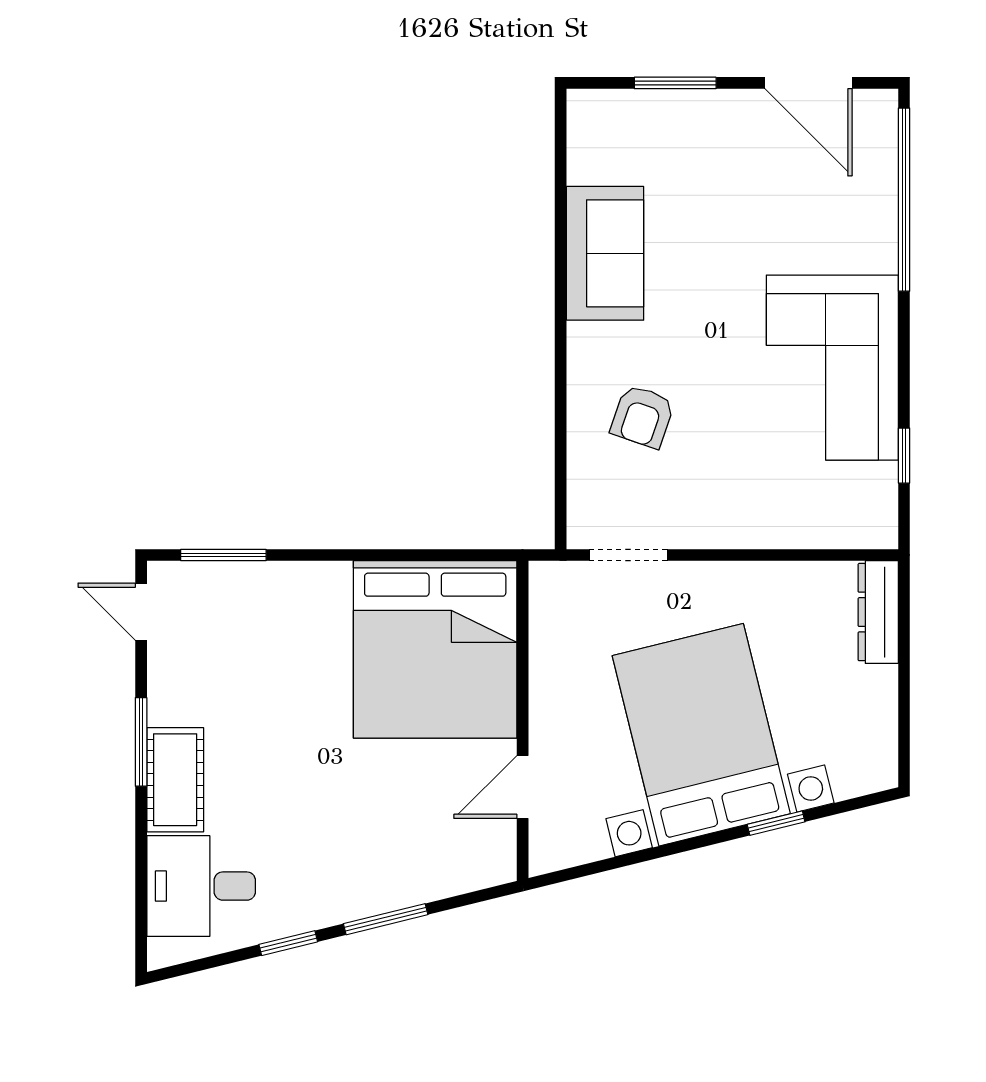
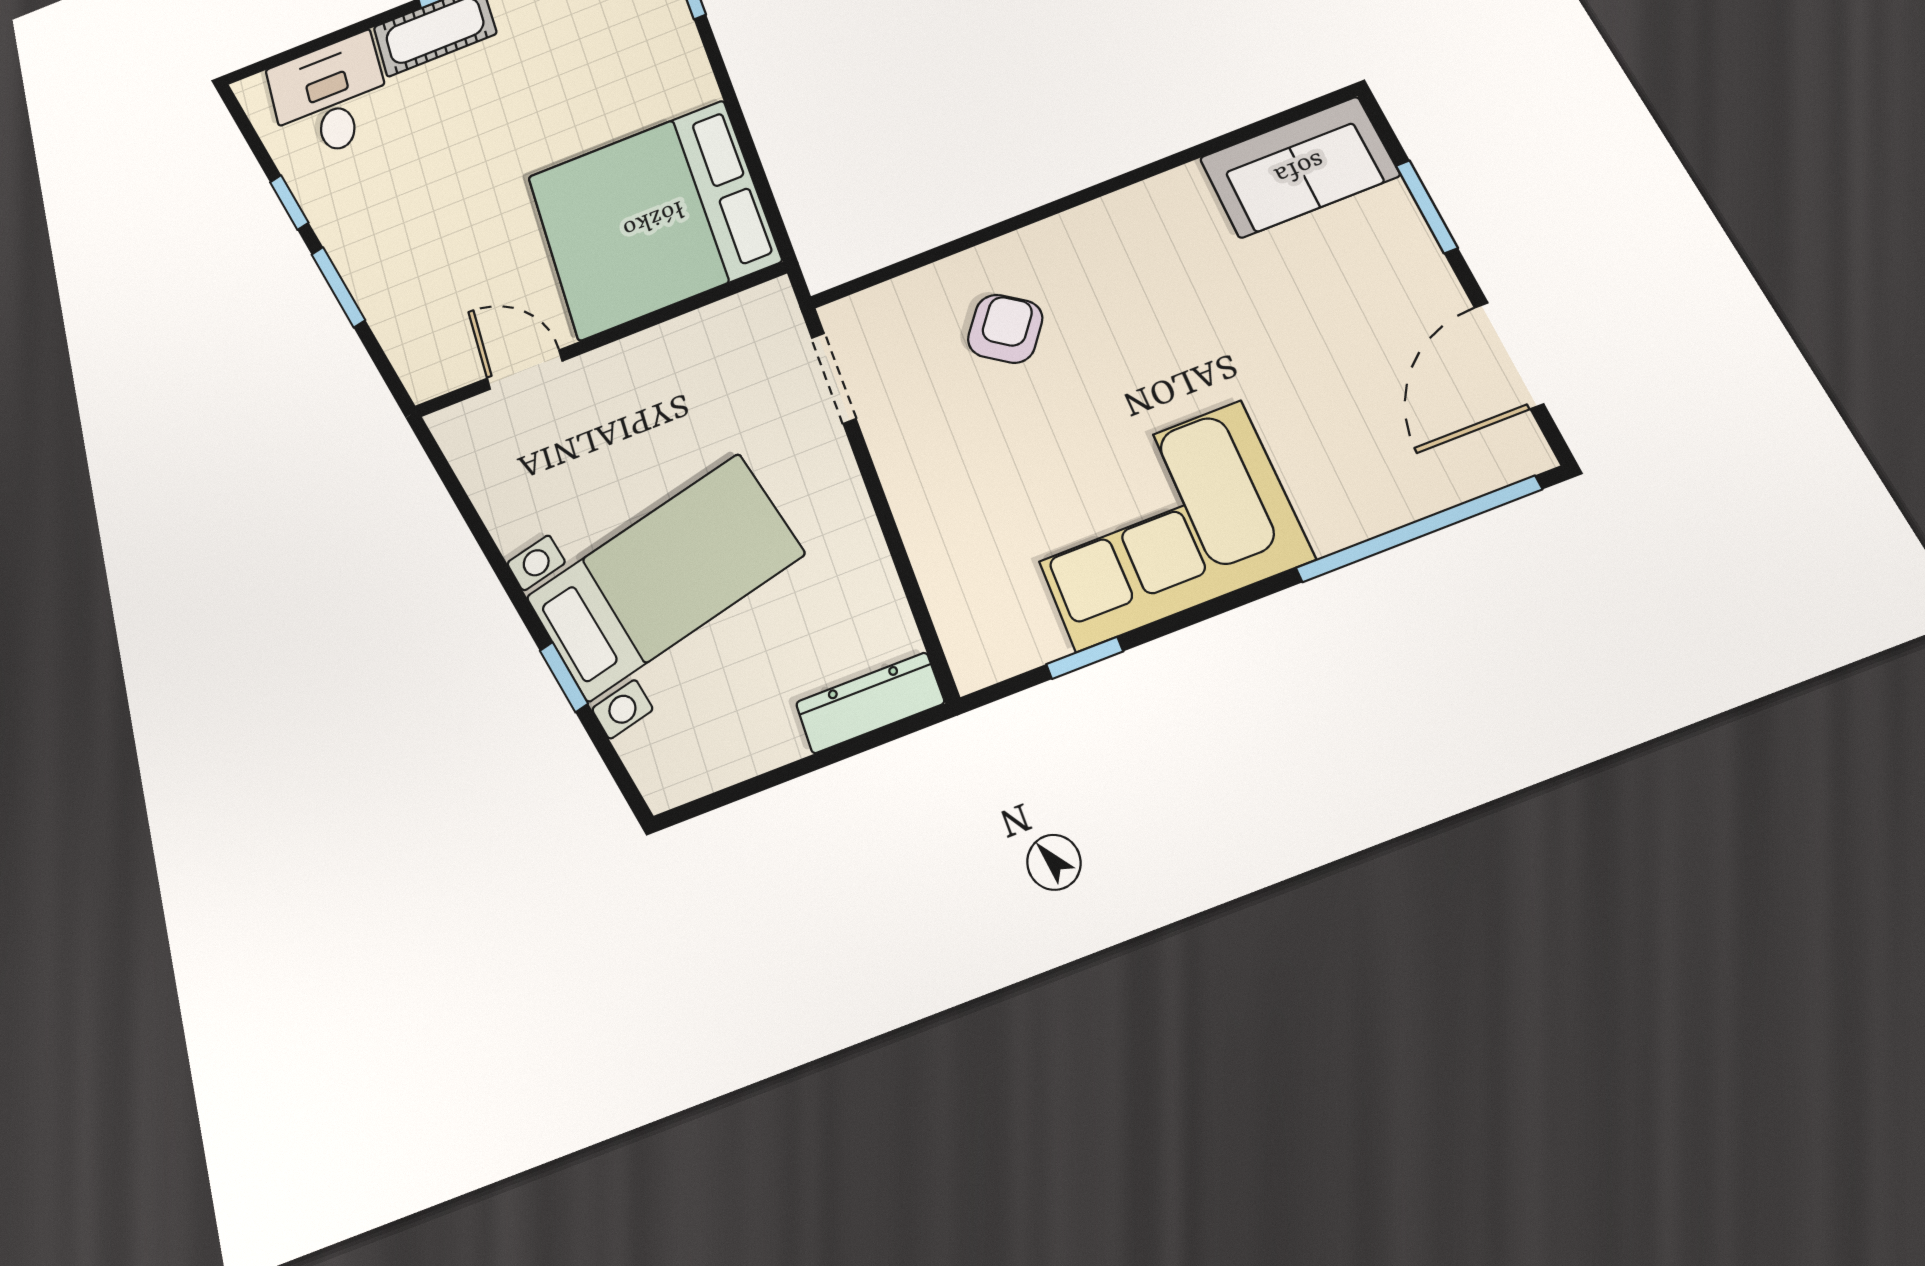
sofa: (605, 253) -> (1299, 167), moved
armchair: (642, 417) -> (1005, 329), turned 107
bed with nightstands: (701, 735) -> (665, 576), width x0.73

